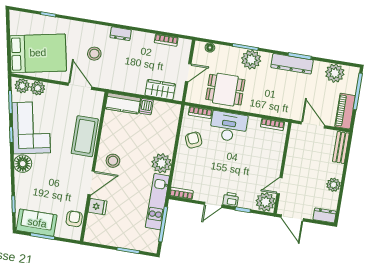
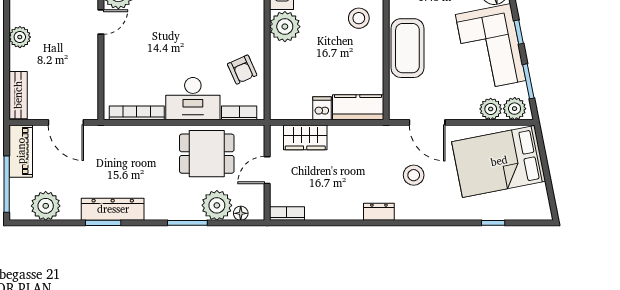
bookcase: (166, 40) -> (287, 213), moved
plant: (251, 60) -> (217, 205), moved
bookcase: (273, 124) -> (137, 113), width x1.56

